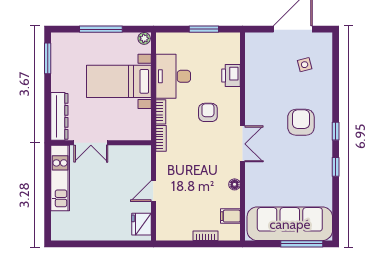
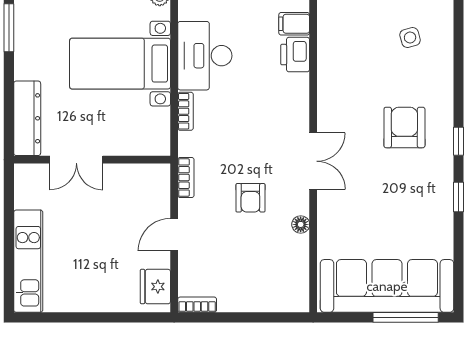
armchair: (208, 112) -> (250, 198), moved, turned 180
bookcase: (161, 138) -> (186, 177), moved
kitchen unit: (60, 178) -> (28, 261), moved
filing cabinet: (230, 216) -> (294, 24), moved
bookcase: (206, 236) -> (197, 305), moved

